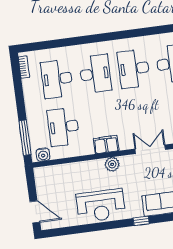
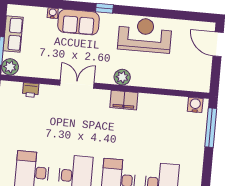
desk: (63, 127) -> (166, 130), removed
double door: (150, 149) -> (77, 84), swing flipped

